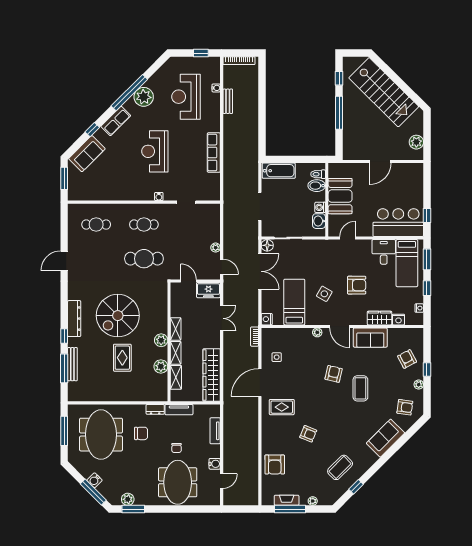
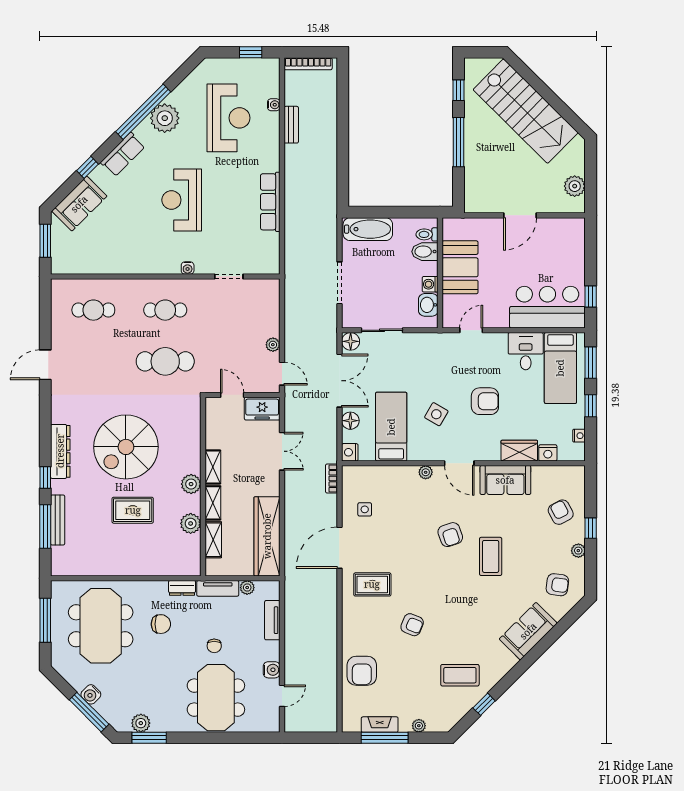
reception desk: (186, 97) -> (228, 118), turned 180
floor lamp: (267, 298) -> (350, 421), added
rug: (122, 358) -> (133, 510), turned 90
armchair: (334, 374) -> (450, 535), turned 148
plant: (198, 409) -> (247, 588), added
coffee table: (340, 467) -> (460, 675), turned 45

